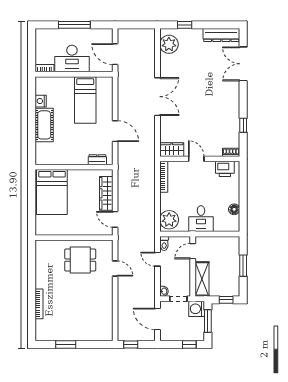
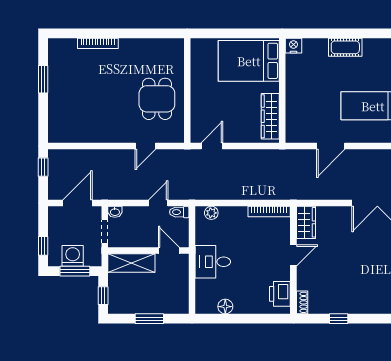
nightstand: (41, 101) -> (293, 46), moved
cot: (44, 125) -> (345, 47), width x0.73, depth x0.75
dresser: (97, 160) -> (292, 122), removed
wardrobe: (106, 193) -> (270, 116), moved, turned -90
plant: (169, 220) -> (211, 213), width x0.53, depth x0.53
washing machine: (197, 309) -> (73, 256), moved

